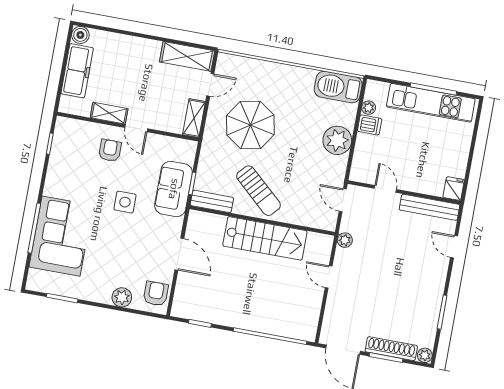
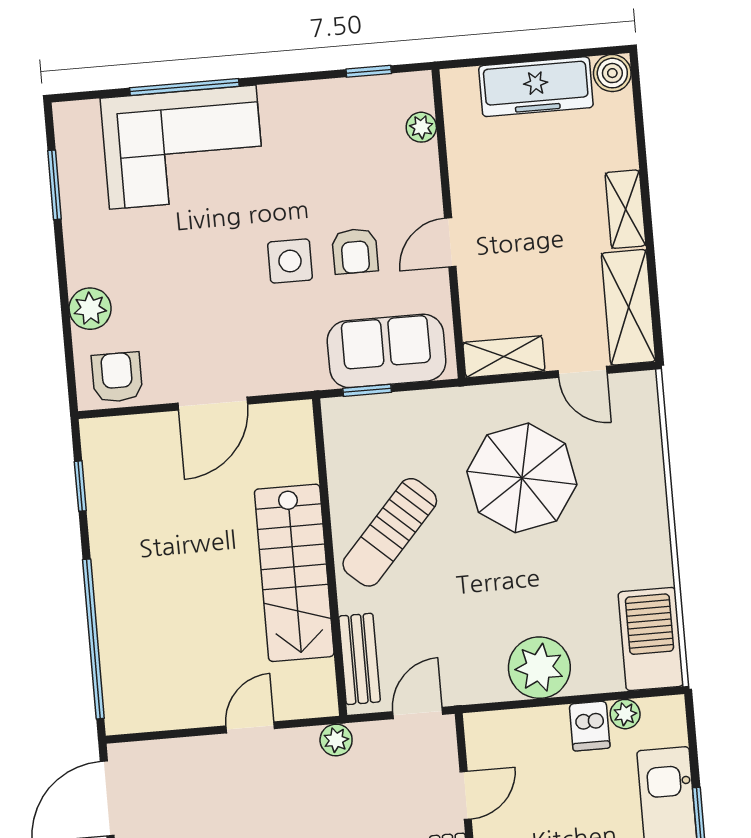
shelving: (109, 113) -> (625, 209), moved
plant: (81, 127) -> (421, 127), added
armchair: (110, 150) -> (355, 251), moved, turned 90
sofa: (174, 189) -> (387, 351), moved
bench: (212, 201) -> (359, 659), moved
armchair: (156, 294) -> (117, 377), turned -90

